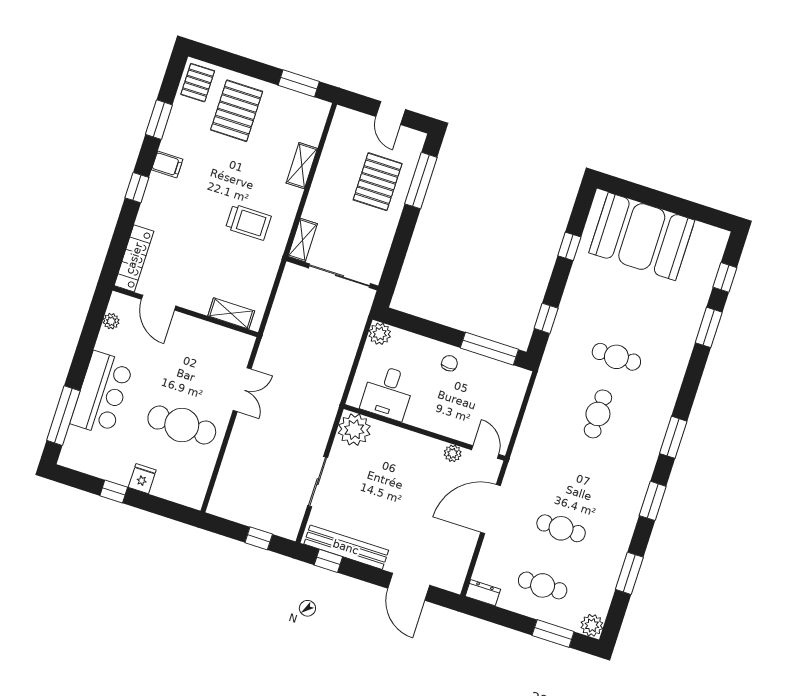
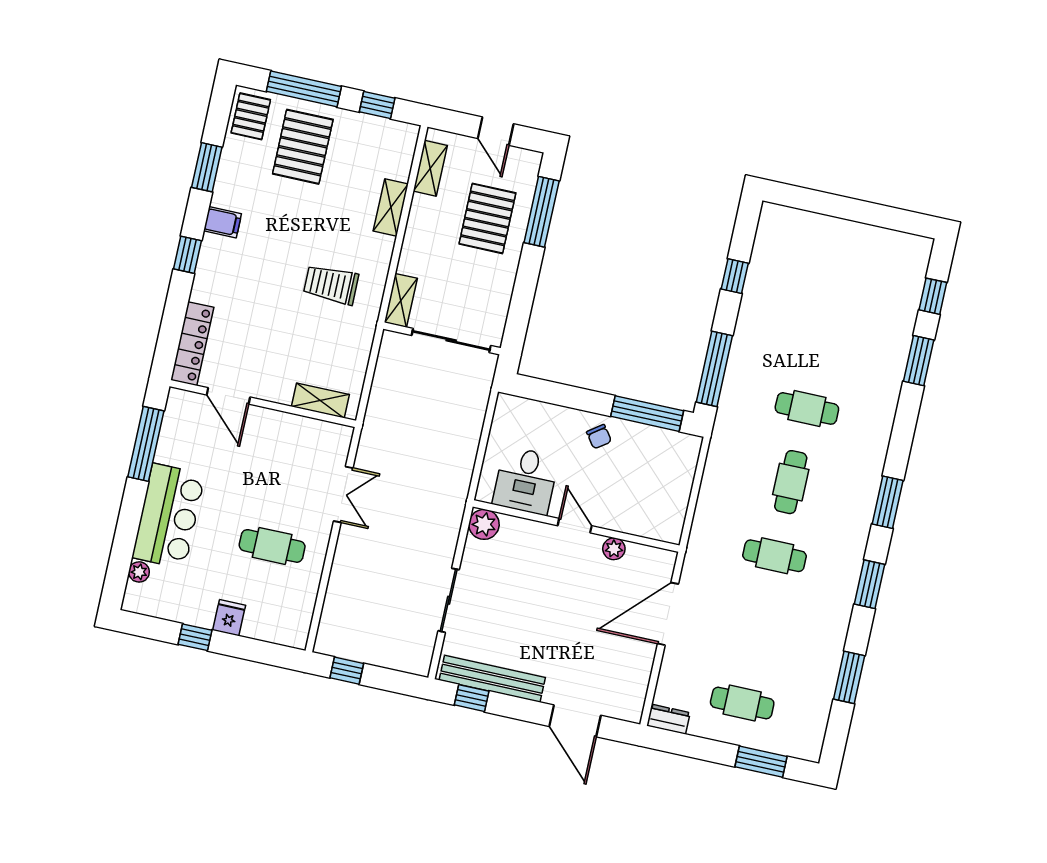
window: (242, 65) -> (304, 89), added
window: (299, 83) -> (377, 105), width x0.67
shelving: (336, 138) -> (430, 168), added
trolley: (248, 222) -> (331, 285), turned 180
booth: (642, 236) -> (824, 255), removed
window: (546, 318) -> (714, 369), width x2.17
plant: (111, 321) -> (139, 572), moved
plant: (380, 334) -> (508, 408), removed
chair: (449, 363) -> (599, 437), turned 144
window: (63, 416) -> (146, 444), moved
cafe table: (182, 425) -> (272, 546), width x0.73, depth x0.74
plant: (354, 430) -> (484, 524), width x0.73, depth x0.73
door: (485, 452) -> (575, 526), moved
cafe table: (561, 528) -> (775, 556), moved
window: (259, 538) -> (347, 671), moved
plant: (592, 625) -> (809, 747), removed

